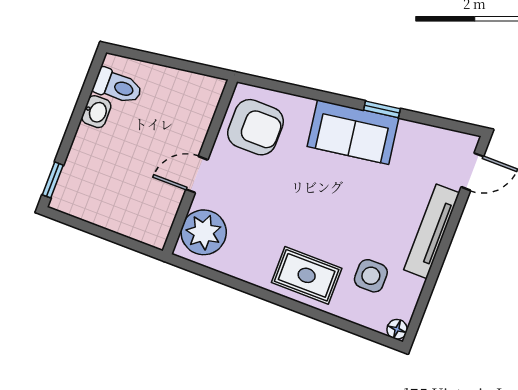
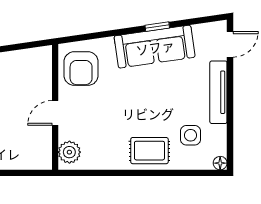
armchair: (256, 127) -> (81, 69), turned 90
sofa: (353, 132) -> (155, 47), width x1.36
plant: (204, 232) -> (69, 152), width x0.73, depth x0.73

